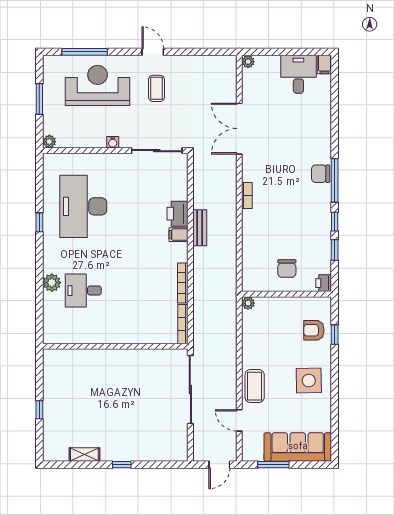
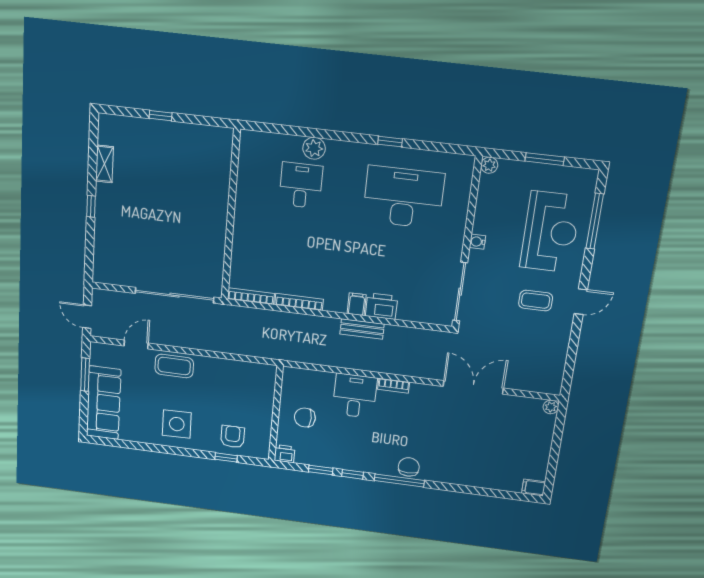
desk: (298, 74) -> (355, 396), moved, turned -90
plant: (248, 303) -> (269, 371), removed

